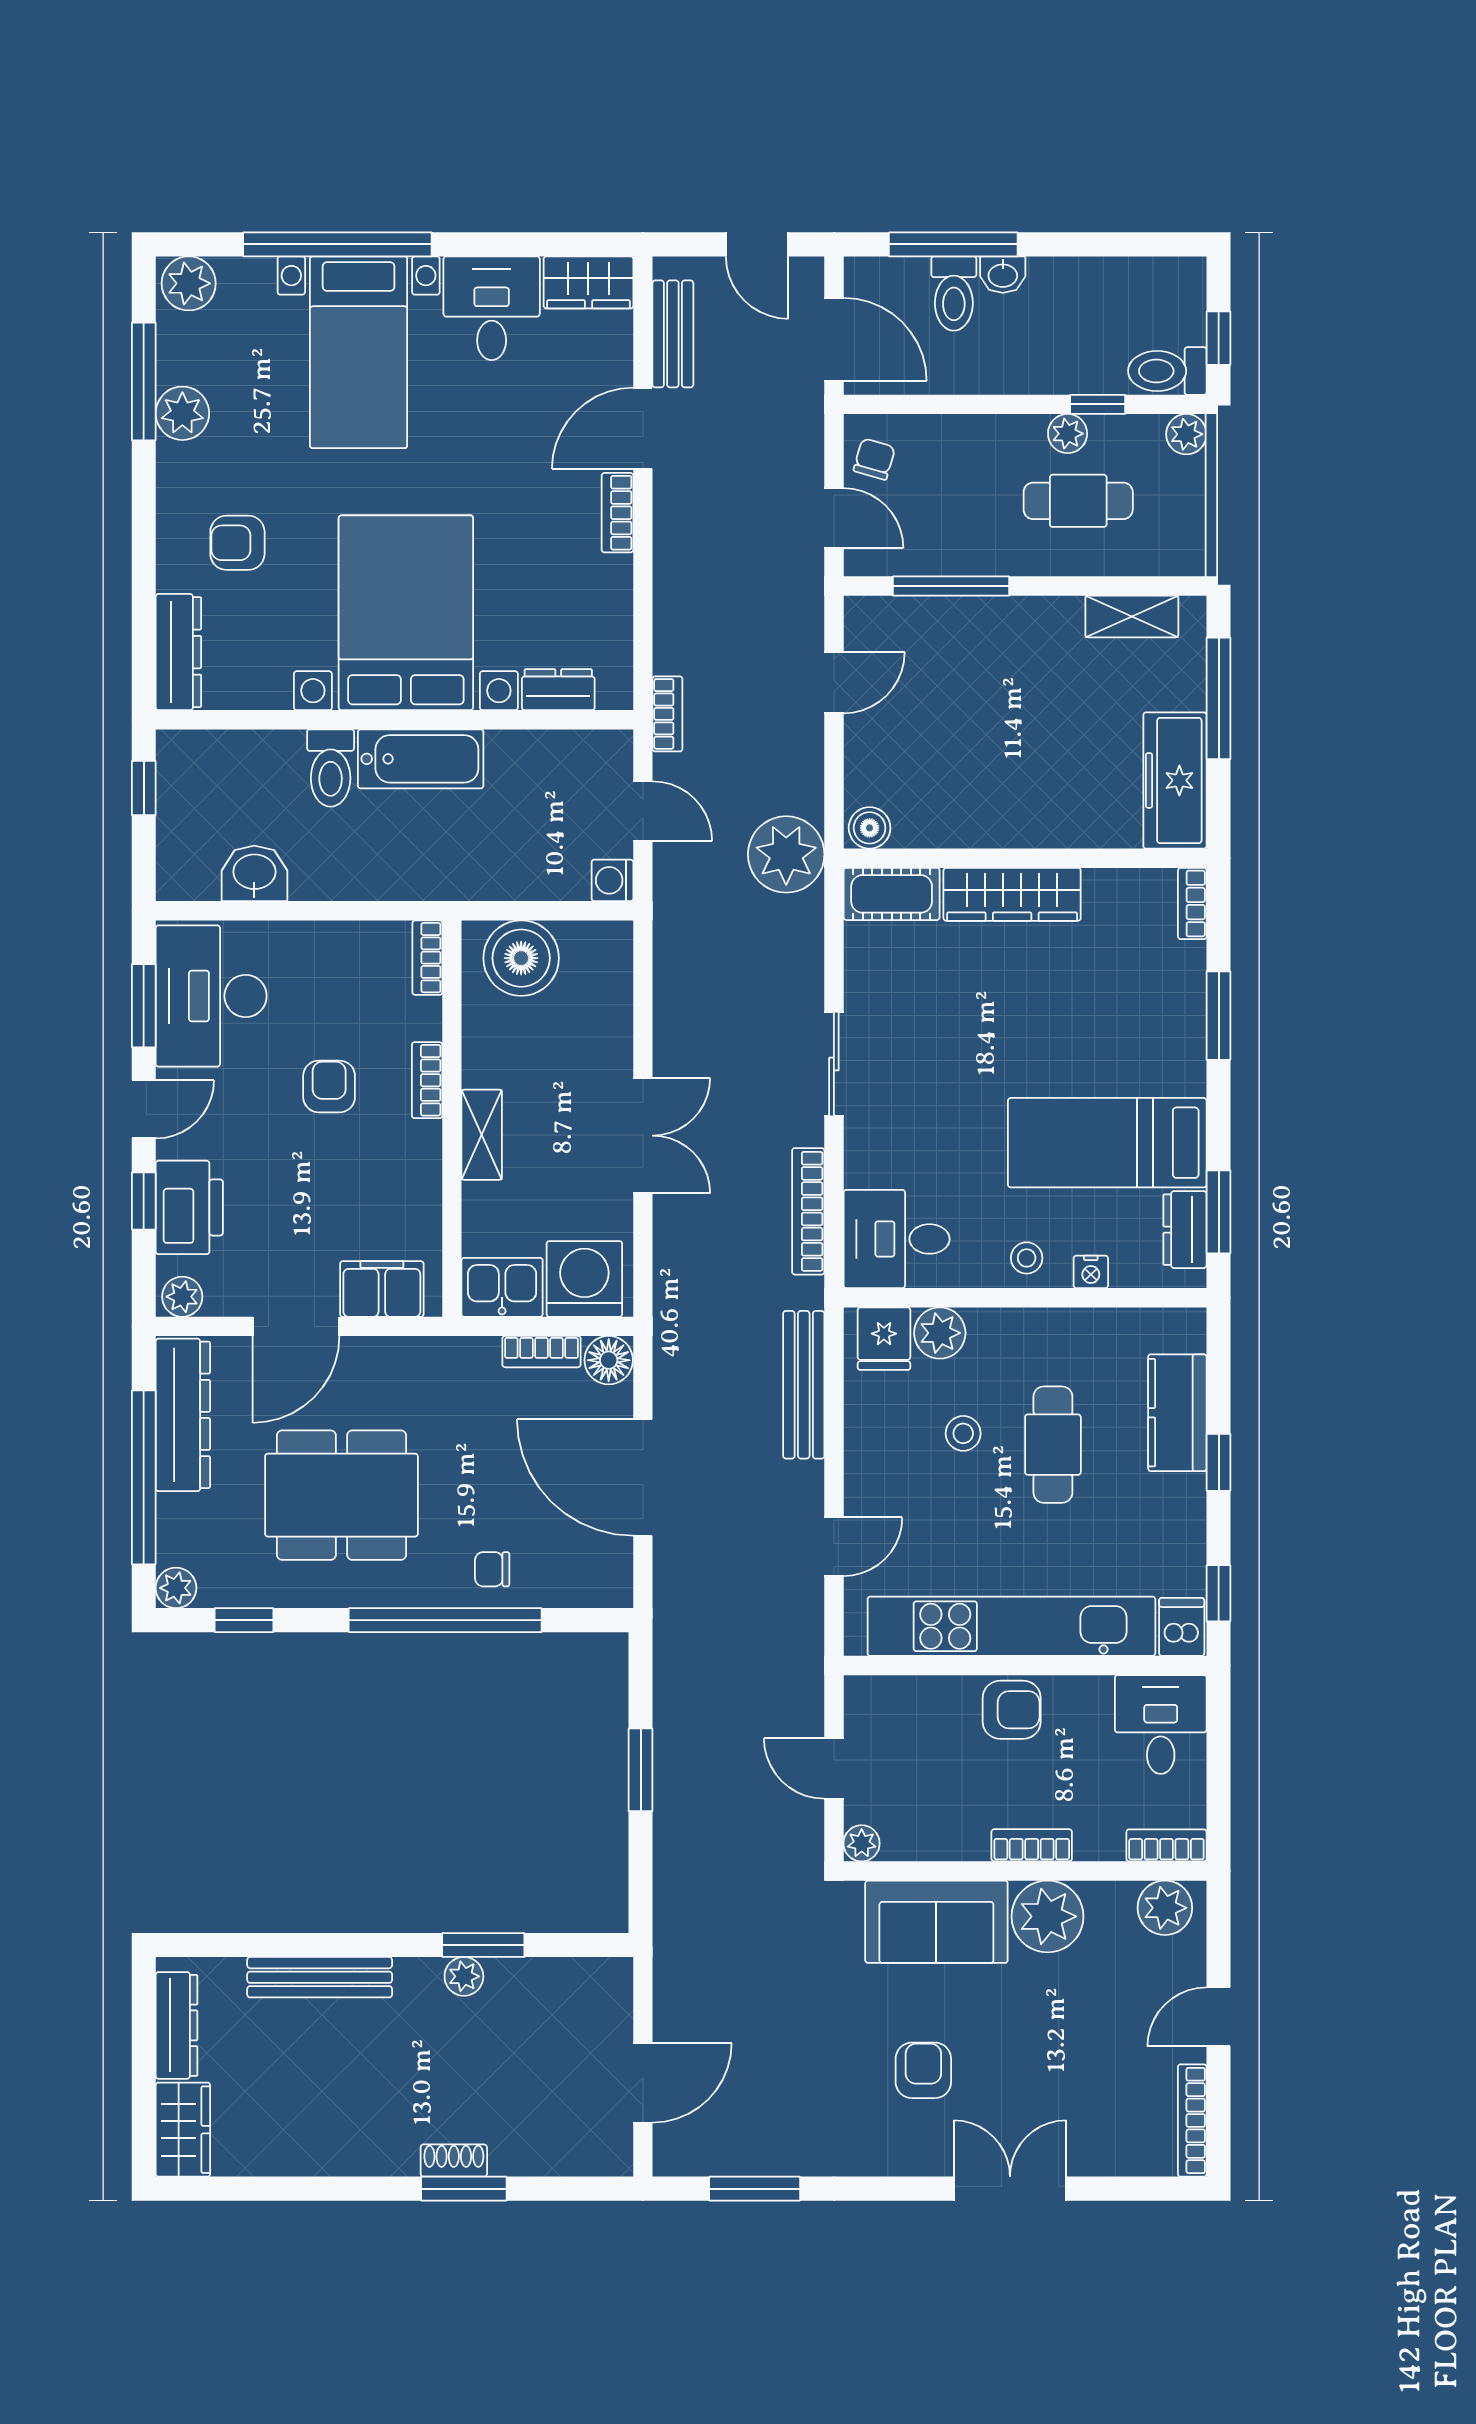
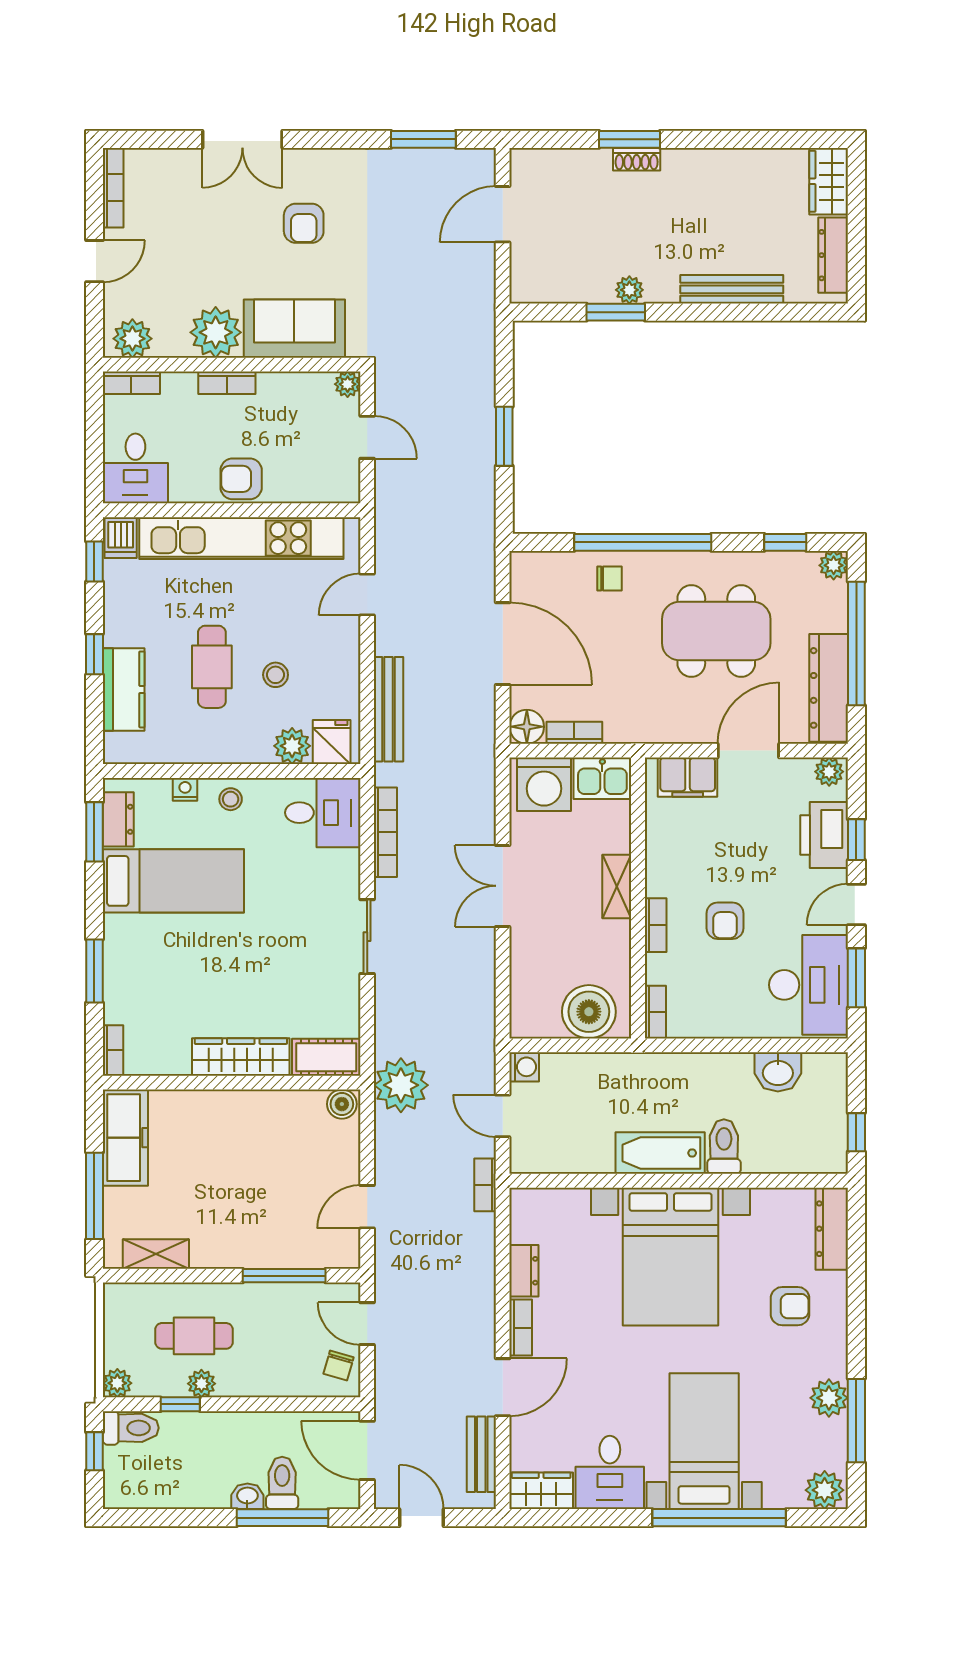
dresser: (558, 690) -> (524, 1271), moved, turned -90

